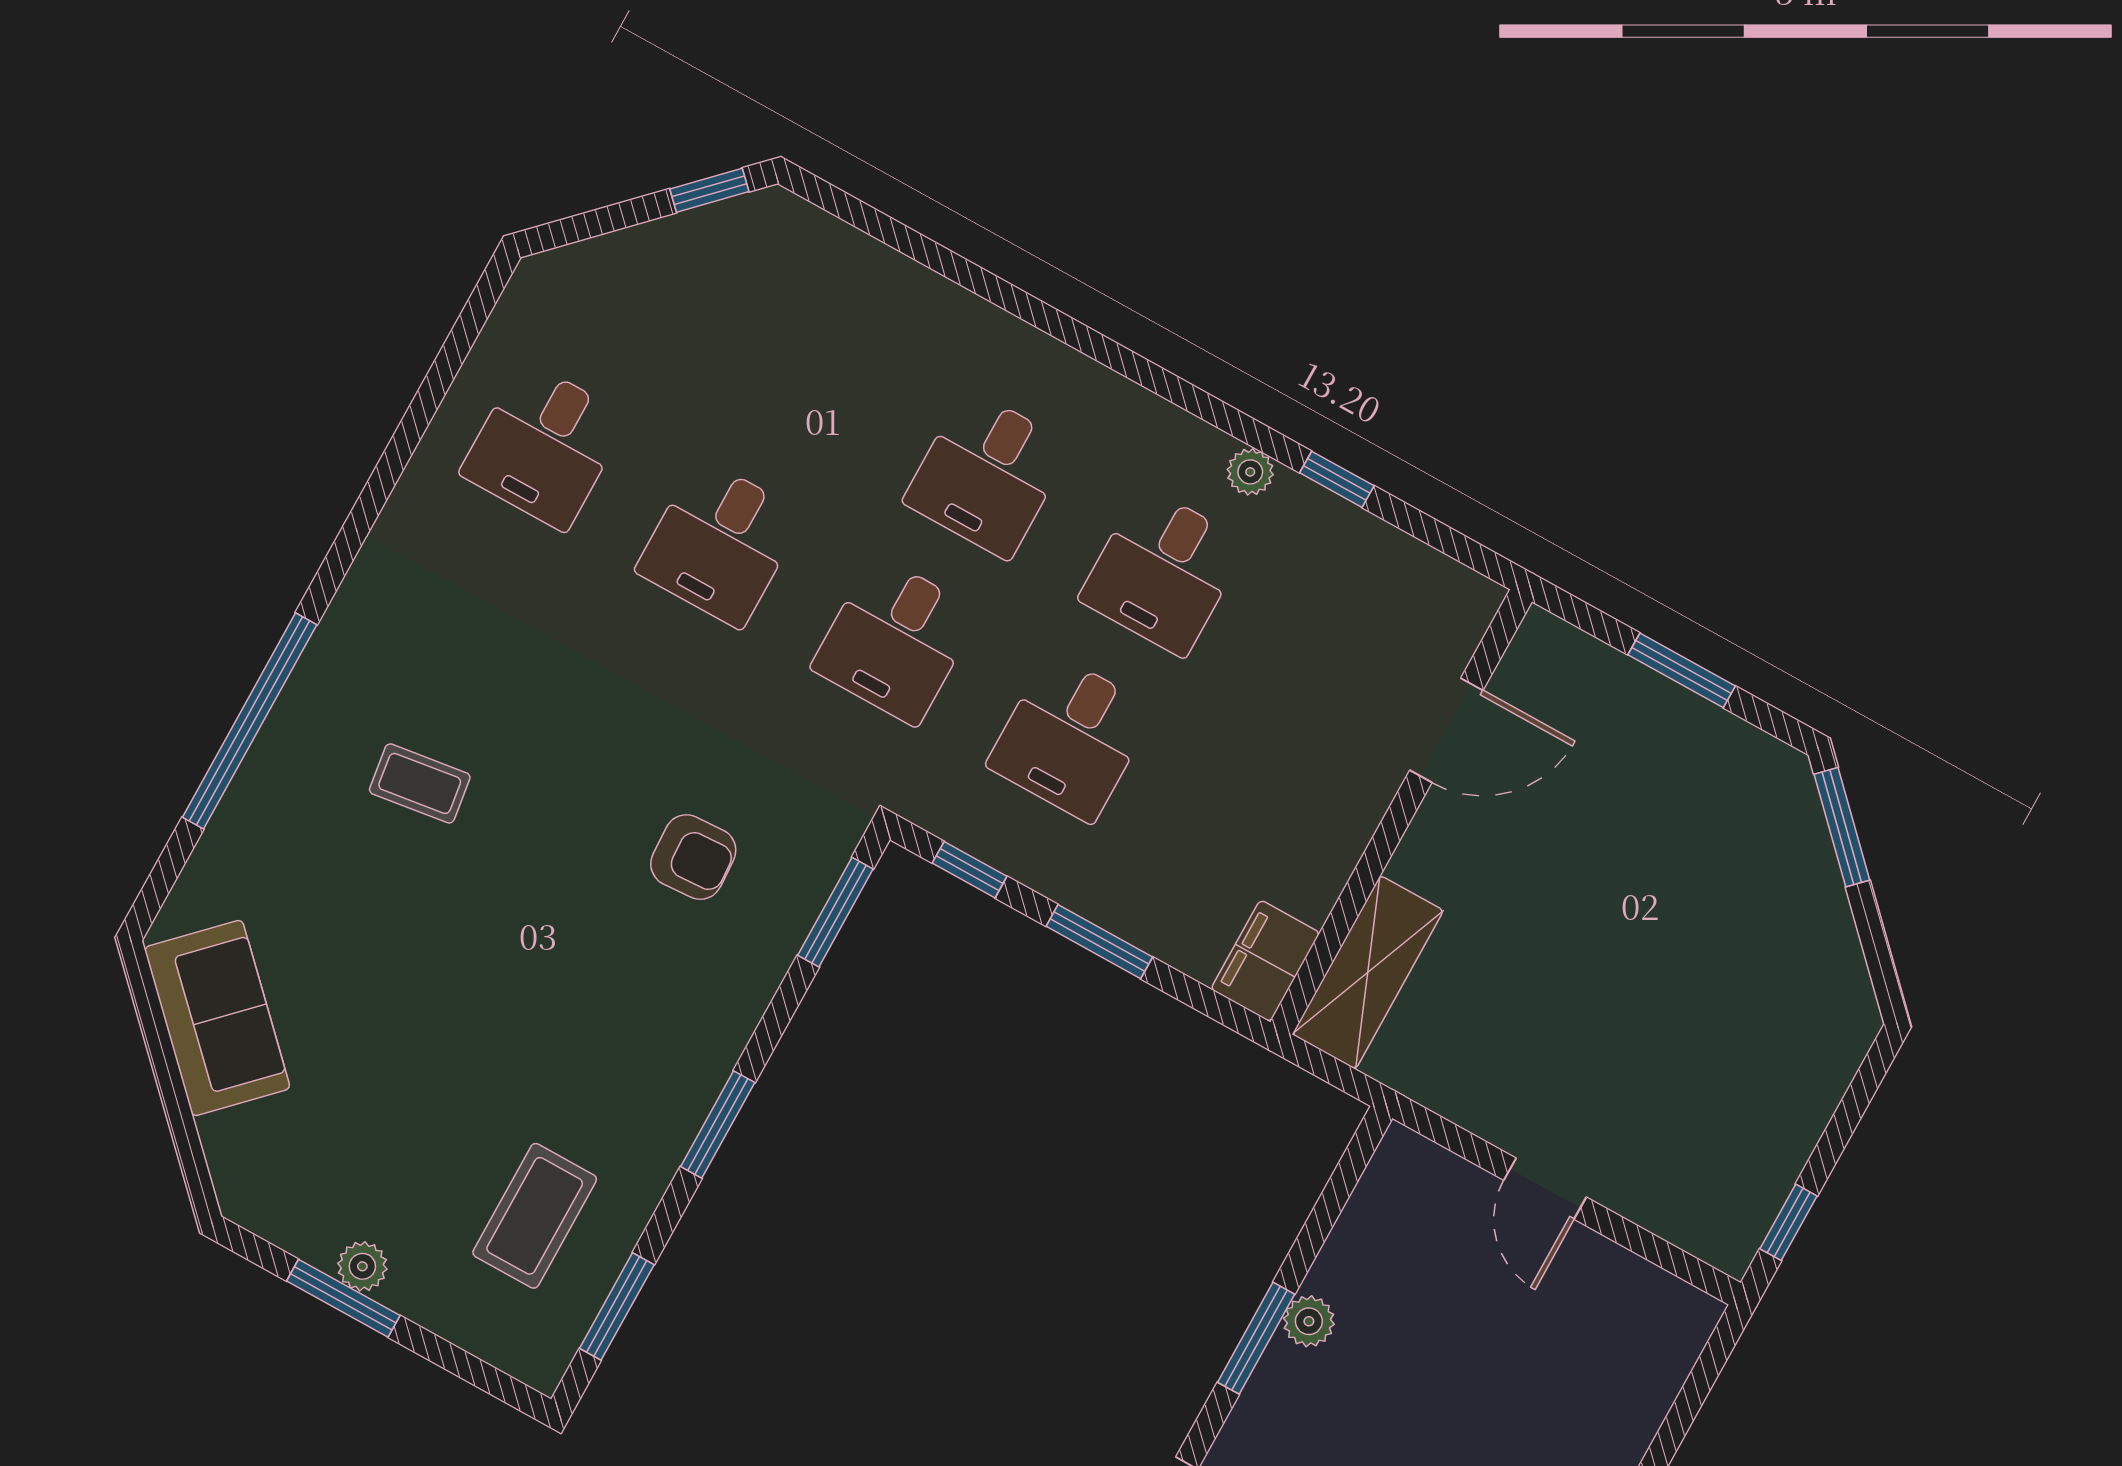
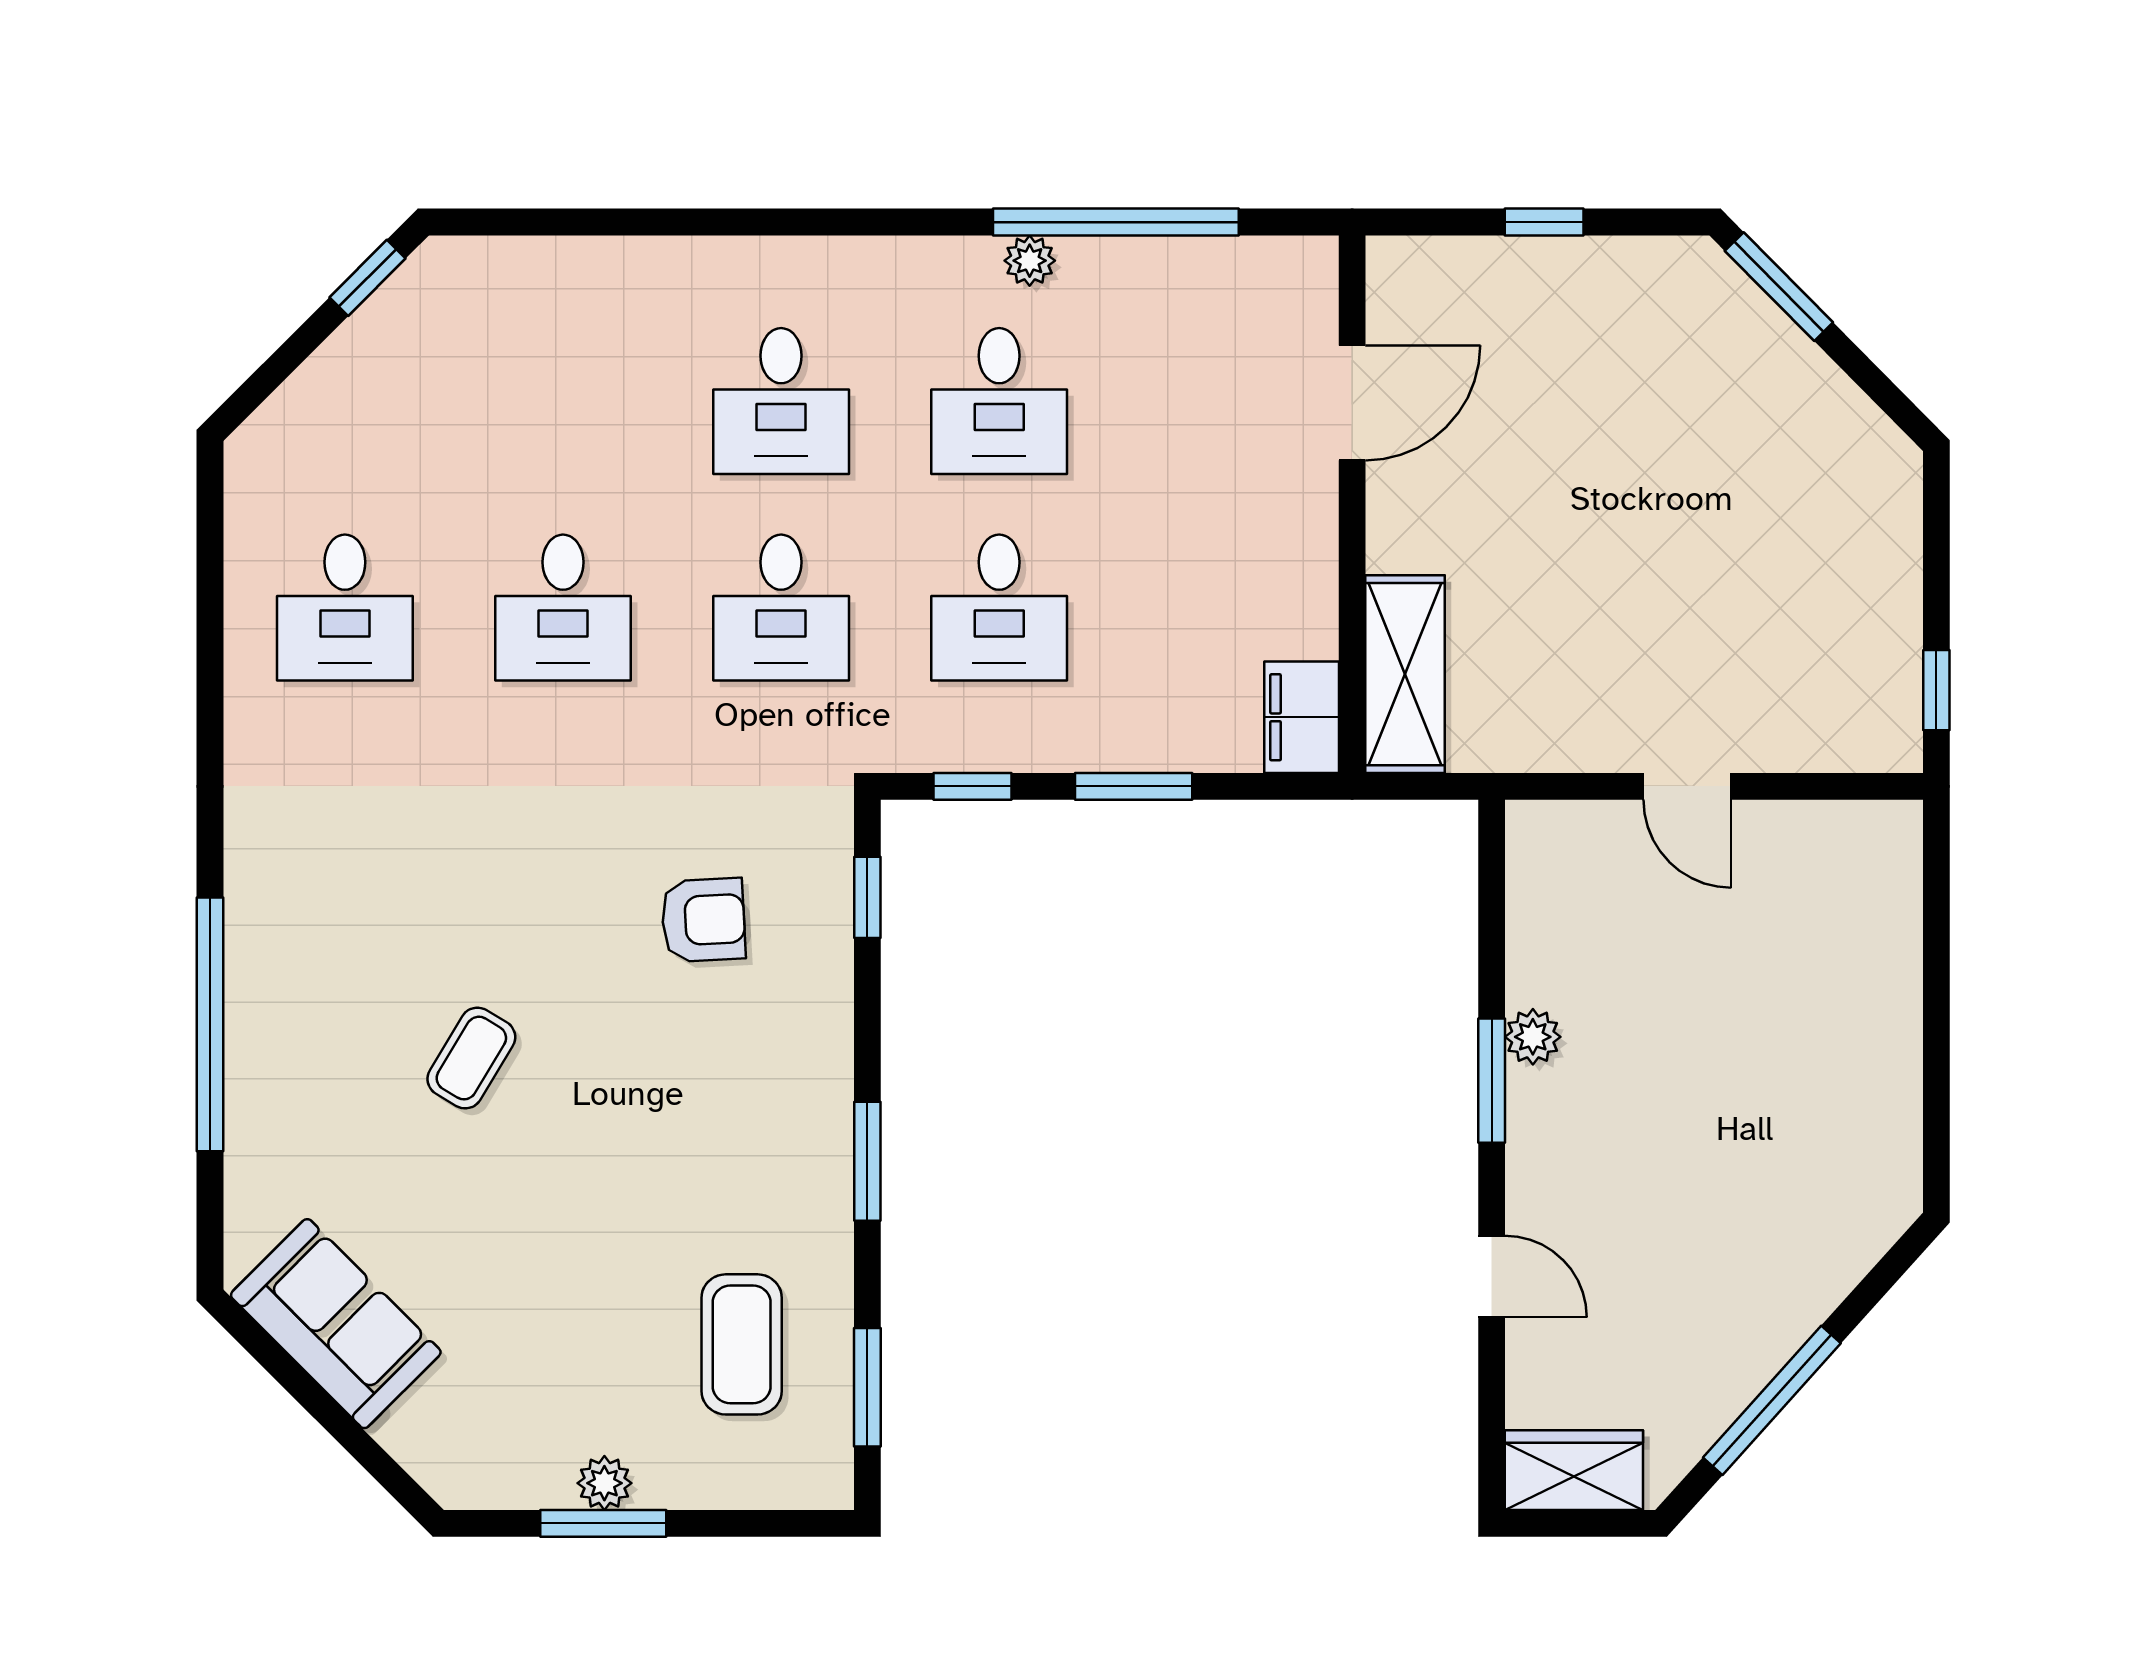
window: (1337, 479) -> (1116, 222), width x3.17
window: (1682, 670) -> (1544, 222), width x0.67
coffee table: (420, 783) -> (471, 1058), moved, turned -51
window: (835, 912) -> (867, 897), width x0.67

